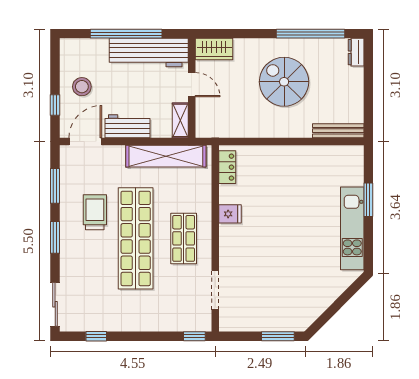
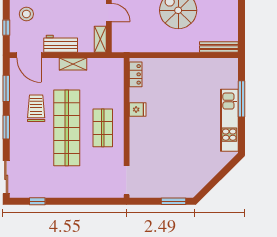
door: (85, 142) -> (29, 55), swing flipped
shelving: (166, 156) -> (73, 64), width x0.45, depth x0.75
window: (368, 200) -> (241, 99), width x1.44
doorway: (215, 290) -> (127, 180), moved
window: (194, 336) -> (111, 201), removed

